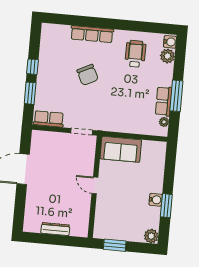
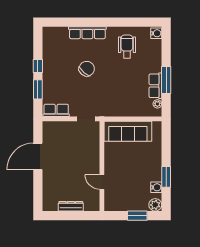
plant: (167, 56) -> (155, 46), removed
chair: (88, 75) -> (87, 69), turned -113
sofa: (121, 149) -> (128, 131), width x1.36
door: (95, 185) -> (102, 182), moved
water cooler: (156, 200) -> (156, 187), moved
window: (115, 245) -> (137, 216), moved

